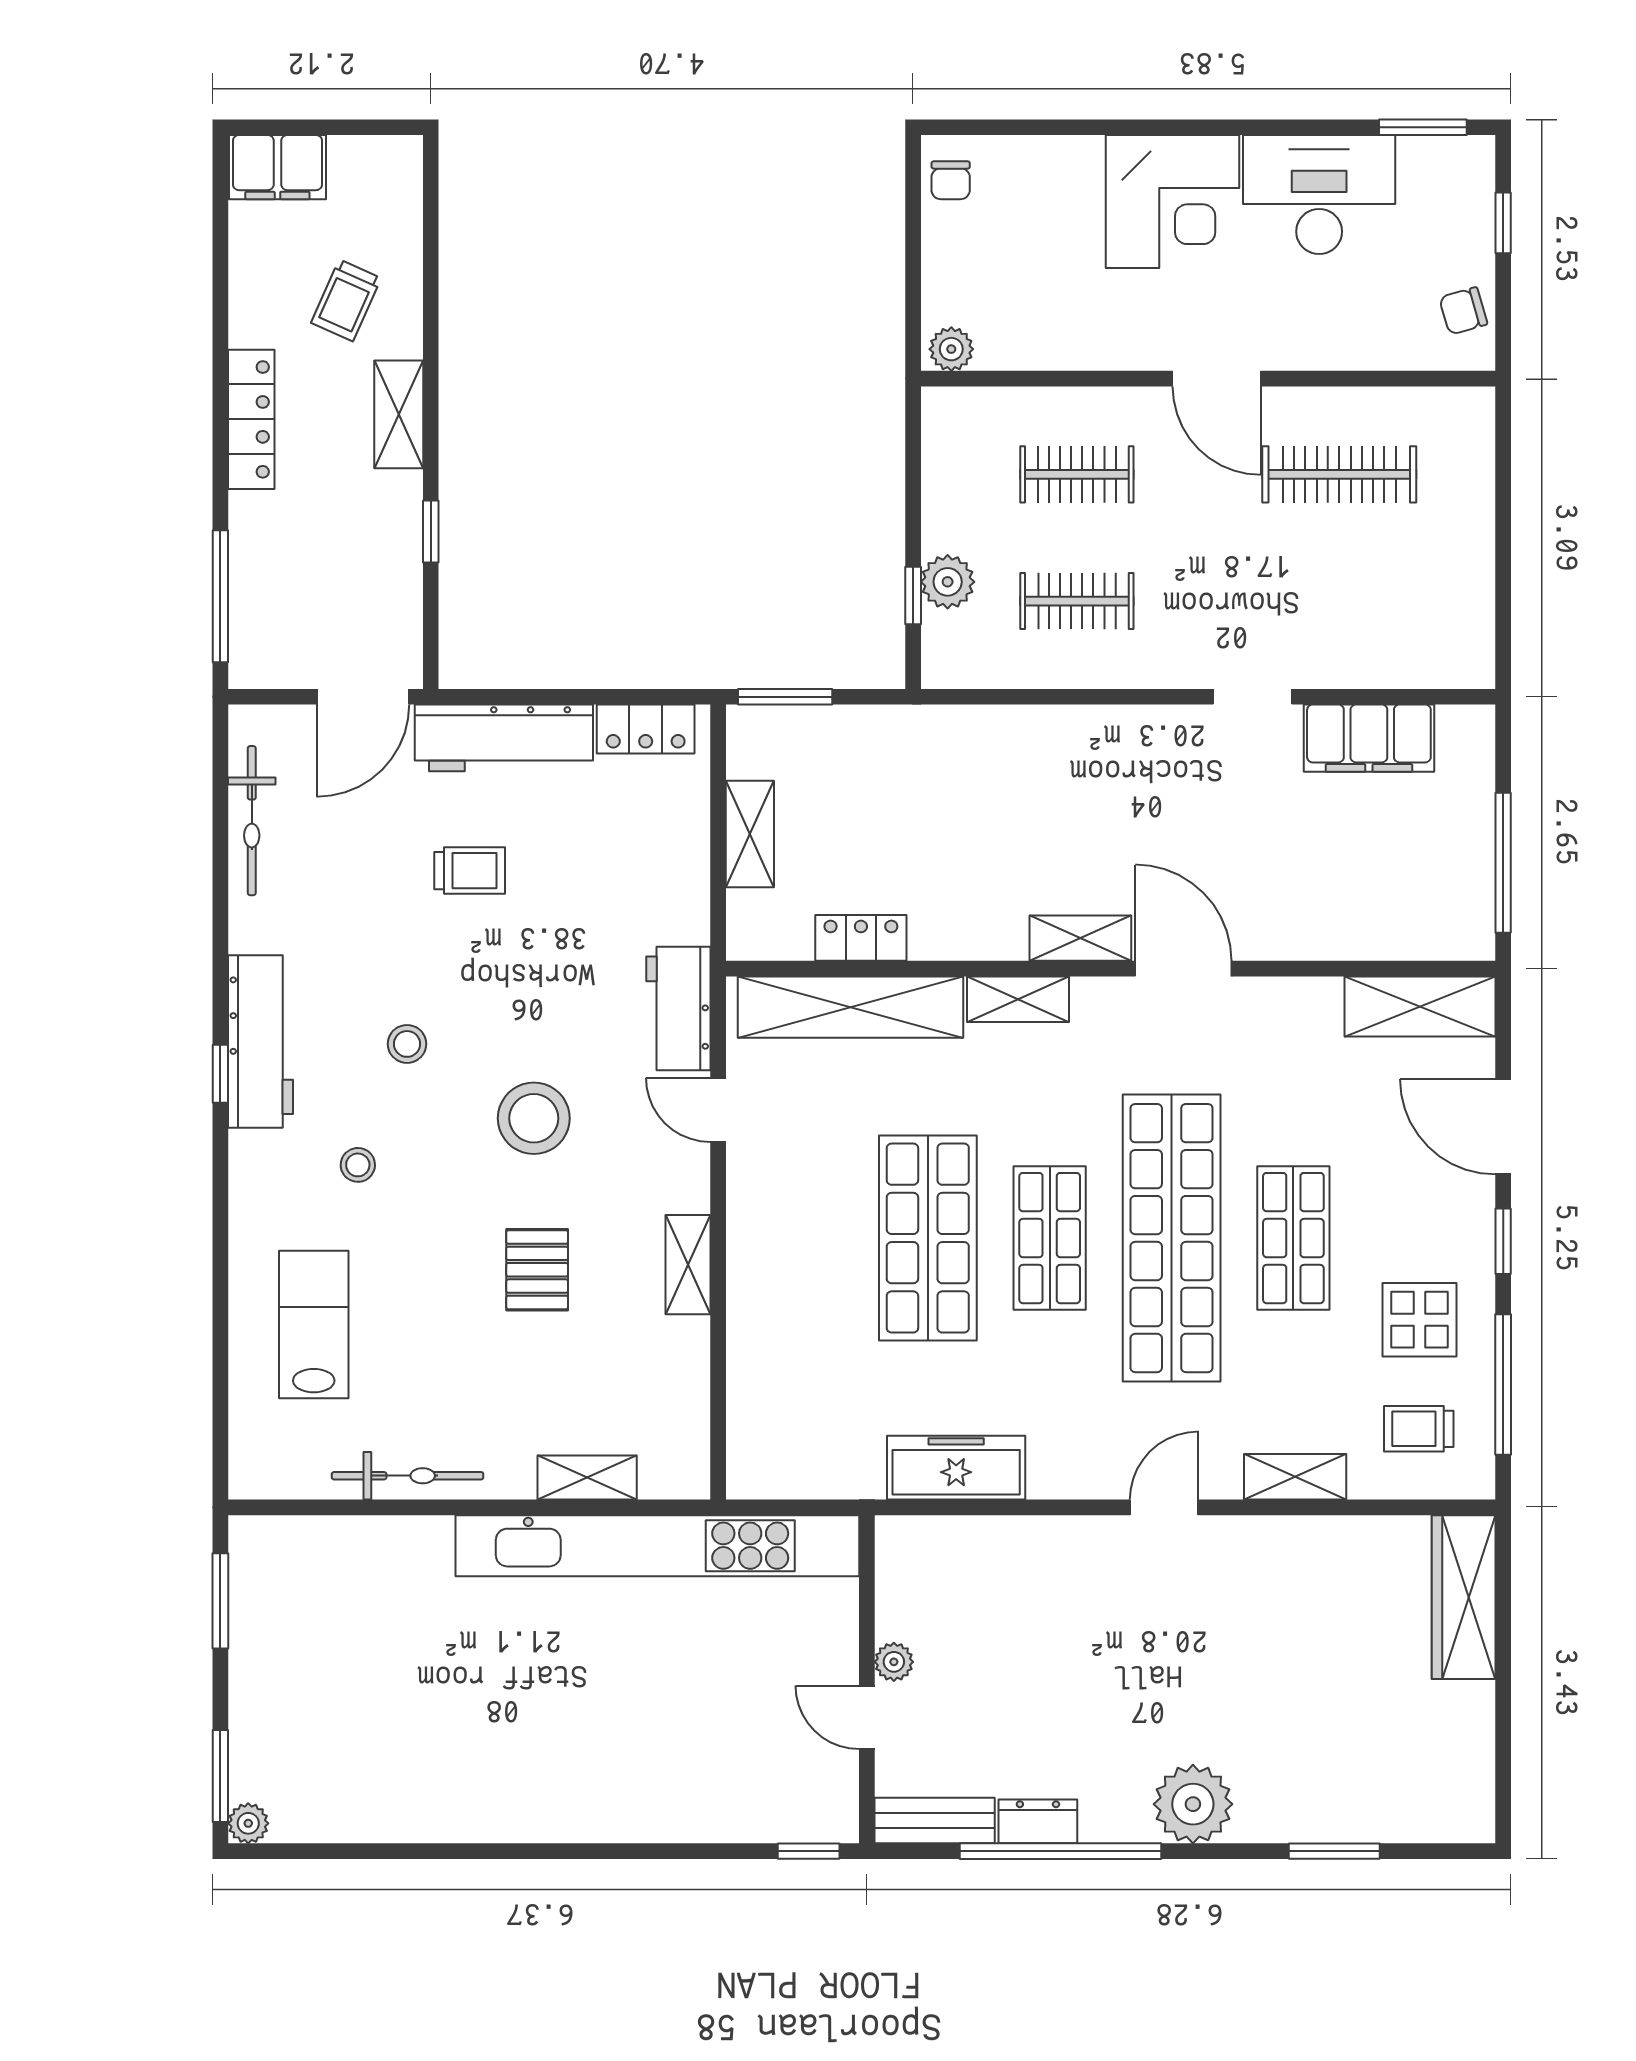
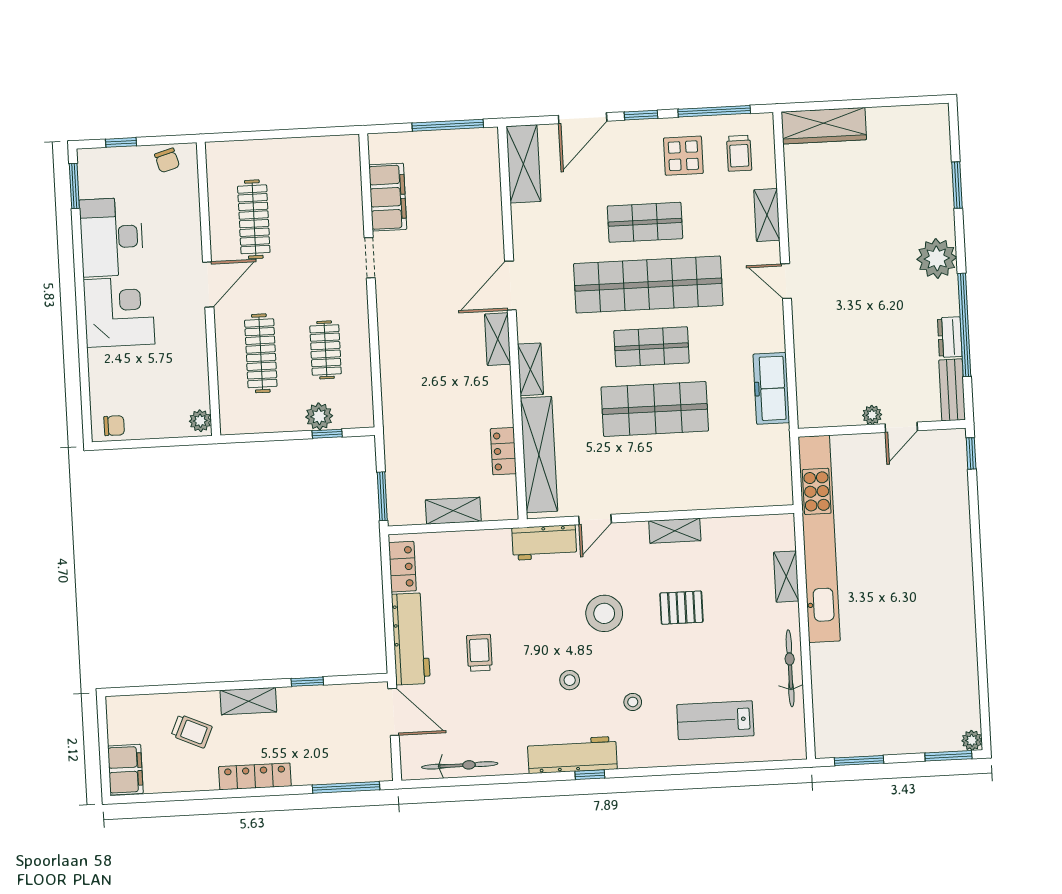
clothes rail: (1077, 474) -> (261, 353), width x1.36

